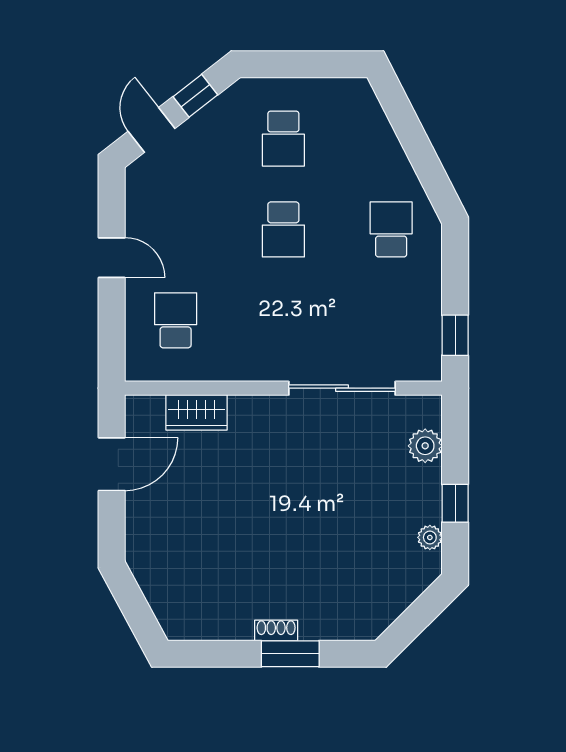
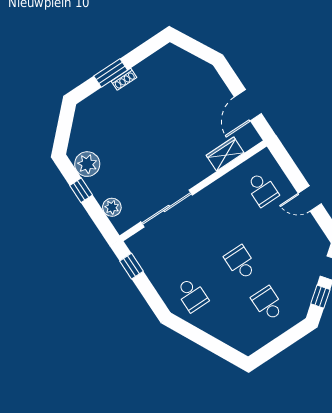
plant: (430, 537) -> (87, 164), width x1.88, depth x1.88

